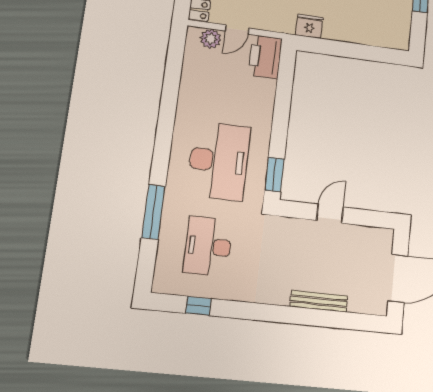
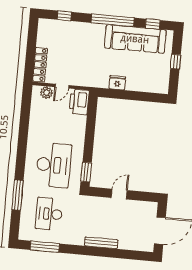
fridge: (309, 26) -> (117, 83), moved
bench: (319, 301) -> (101, 243), moved
window: (198, 306) -> (45, 247), width x2.17

